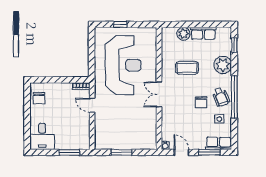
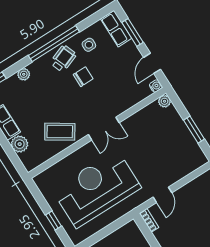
plant: (223, 65) -> (24, 74), width x0.53, depth x0.53
coffee table: (187, 68) -> (60, 132), moved, turned -57
plant: (152, 145) -> (164, 101), added

